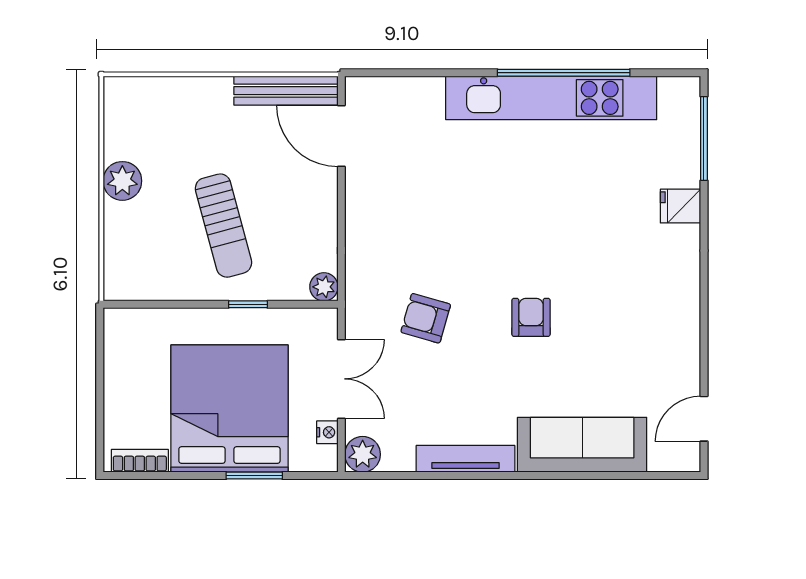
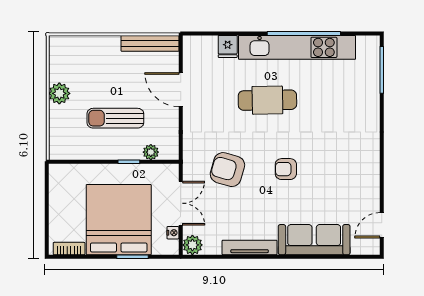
door: (341, 136) -> (181, 90), moved
cafe table: (498, 193) -> (267, 100), added
fridge: (680, 206) -> (228, 46), moved, turned -90
sun lounger: (223, 226) -> (115, 118), turned 105
plant: (324, 287) -> (151, 152), moved
armchair: (531, 317) -> (286, 169), turned -90
armchair: (426, 318) -> (227, 170), width x1.38, depth x1.38

